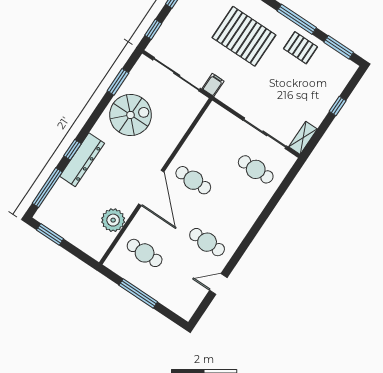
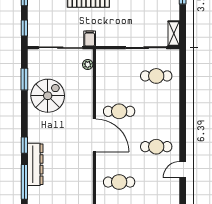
dresser: (82, 160) -> (35, 164), moved
plant: (113, 220) -> (88, 65), moved, width x0.53, depth x0.53

